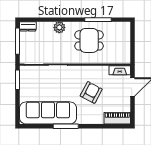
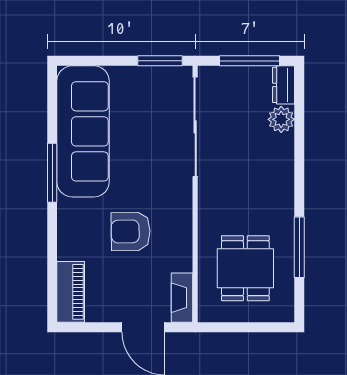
plant: (59, 27) -> (281, 119), moved
dining table: (89, 40) -> (245, 268), moved
armchair: (91, 92) -> (131, 231), turned 151

